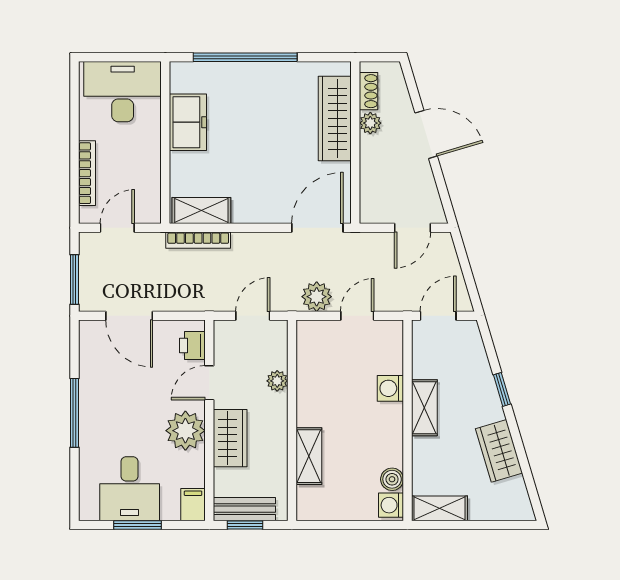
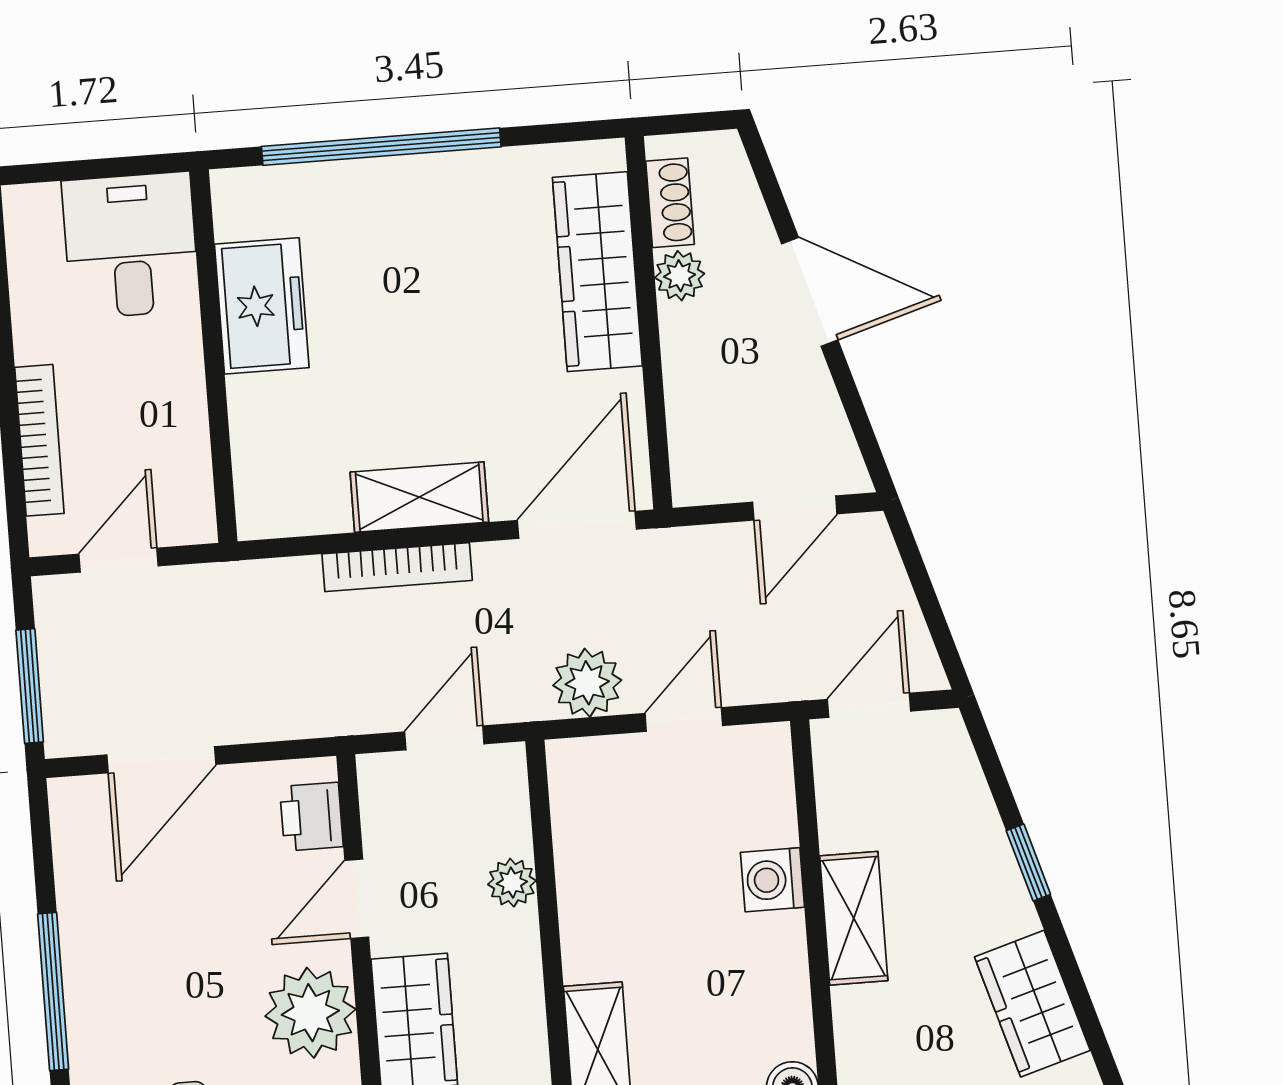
desk: (123, 92) -> (131, 245), width x0.73
shelving: (201, 210) -> (419, 497), moved
bookcase: (198, 240) -> (397, 567), moved
door: (129, 316) -> (161, 760), hinge flipped

